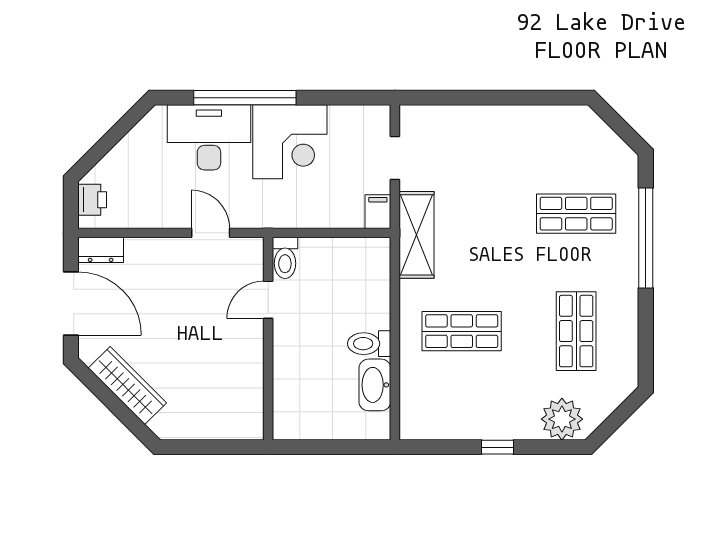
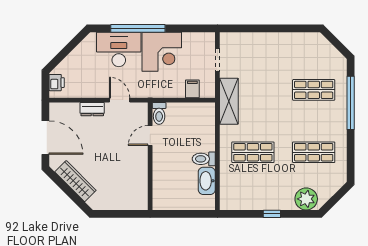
filing cabinet: (378, 212) -> (192, 89), moved
dresser: (101, 250) -> (92, 109), moved
shop shelf: (576, 331) -> (314, 152), turned 90

